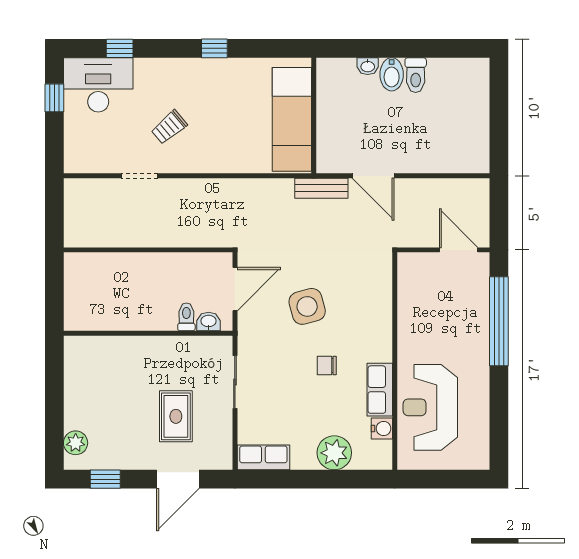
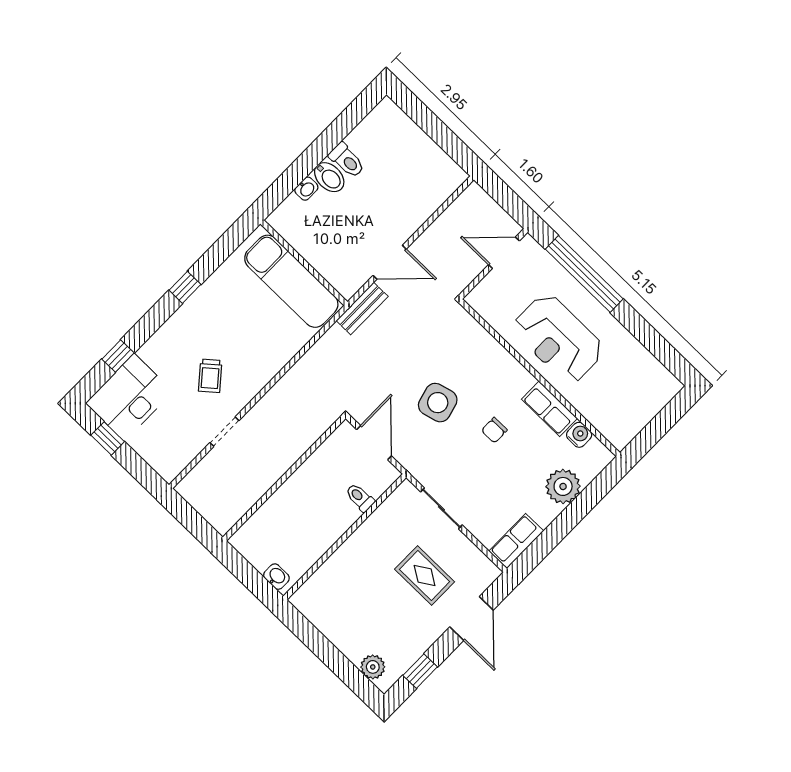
washbasin: (209, 322) -> (276, 577), moved, turned 90
reception desk: (430, 407) -> (558, 339), moved

